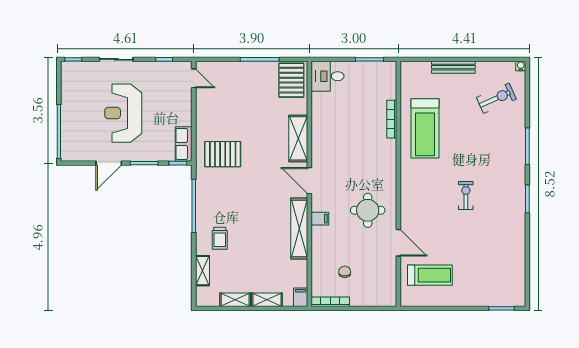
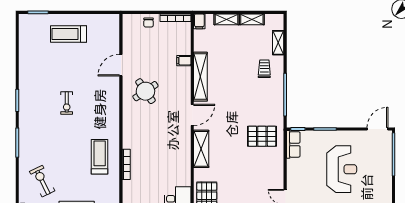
exercise bike: (496, 98) -> (42, 181), turned 88
treadmill: (425, 128) -> (100, 157), width x0.73, depth x0.73
door: (109, 163) -> (377, 129), moved
door: (309, 181) -> (192, 115), hinge flipped
round table: (368, 210) -> (145, 91), turned -34
filing cabinet: (320, 219) -> (184, 61), moved
door: (398, 243) -> (121, 65), hinge flipped
chair: (345, 272) -> (149, 23), moved
treadmill: (430, 275) -> (68, 34), moved

